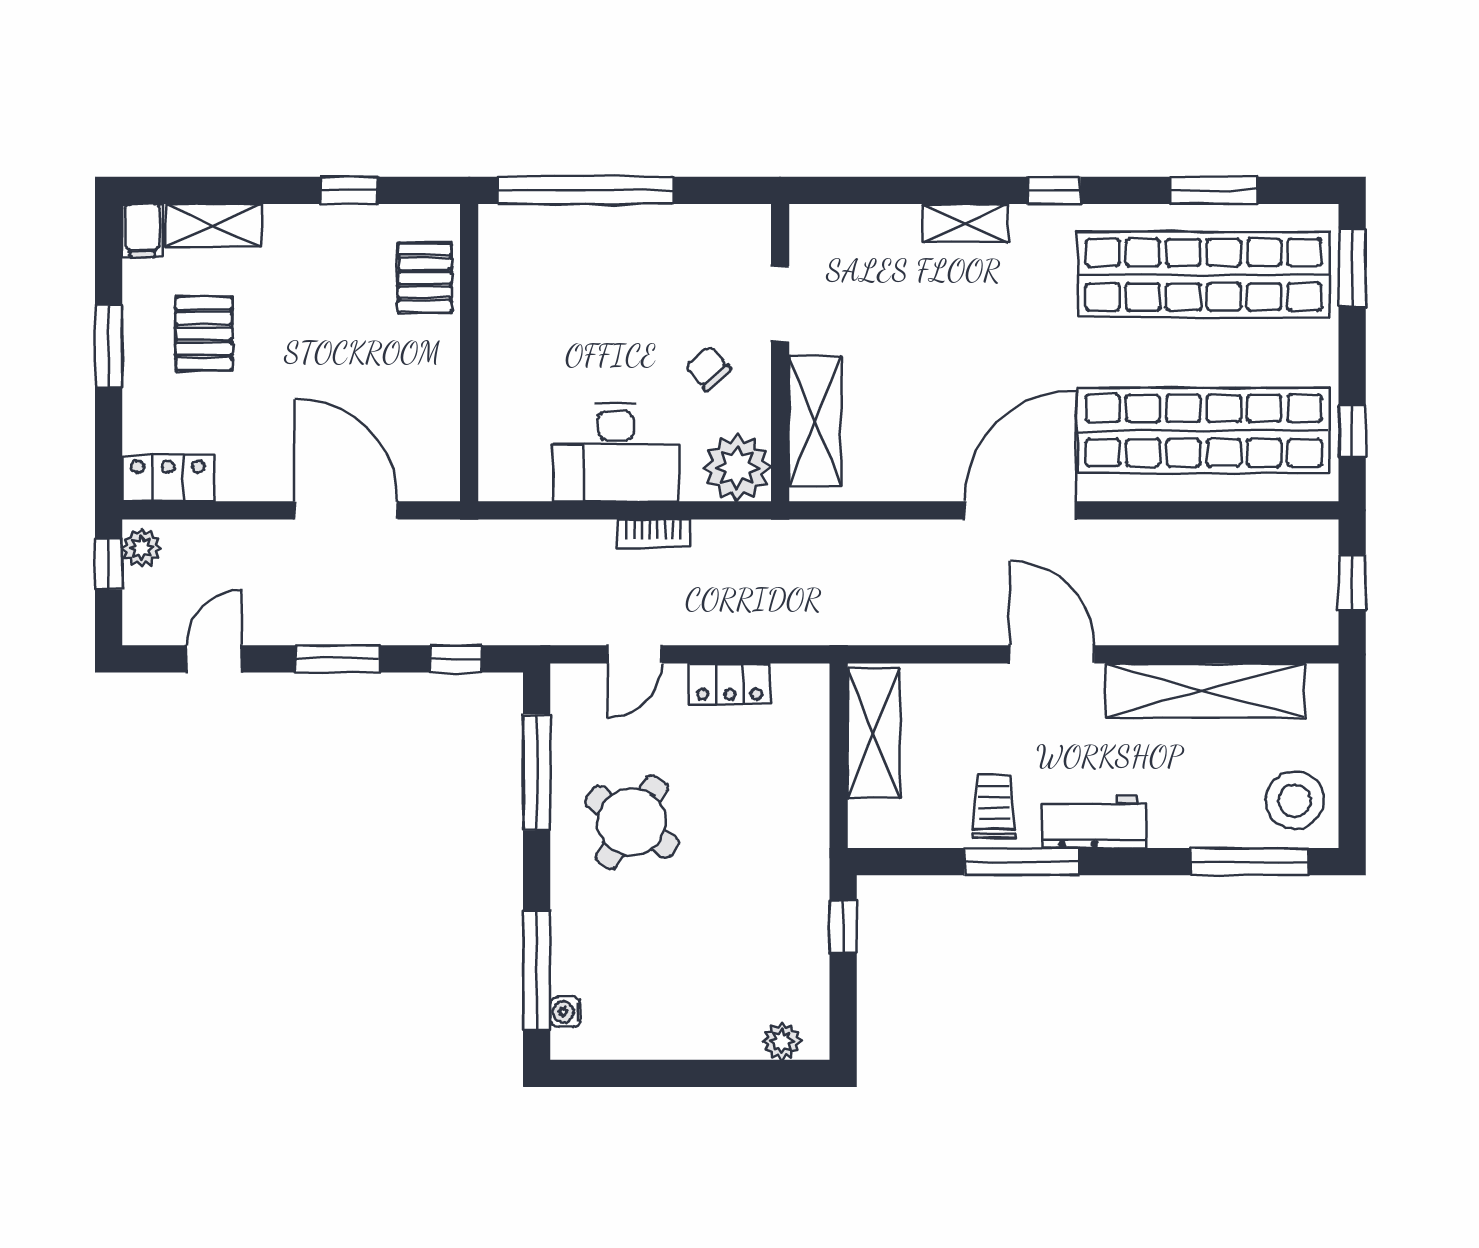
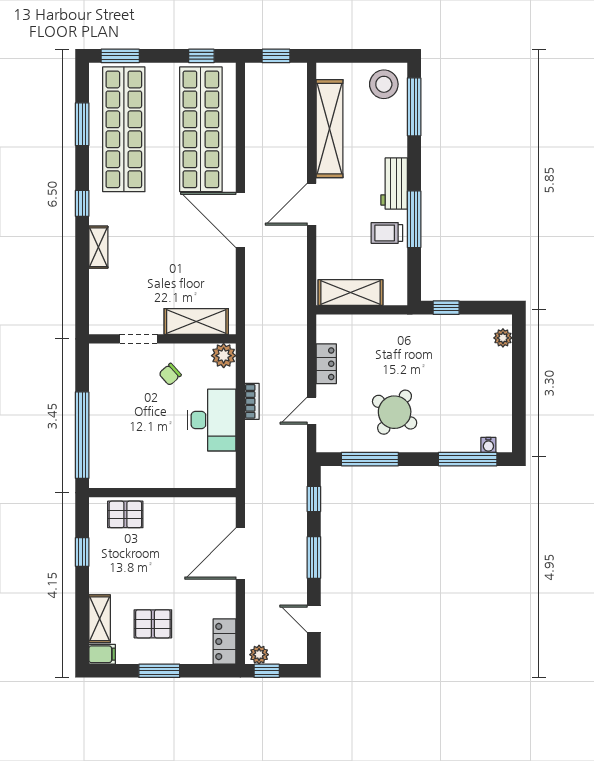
plant: (737, 467) -> (224, 356), width x0.73, depth x0.73
door: (635, 654) -> (312, 411), swing flipped

